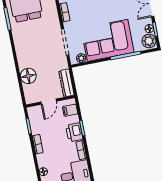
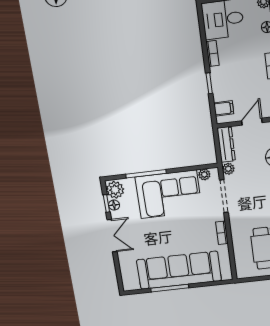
plant: (63, 64) -> (228, 169), added
printer: (74, 132) -> (220, 78), removed

